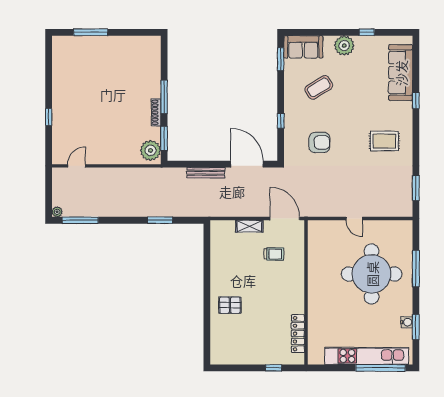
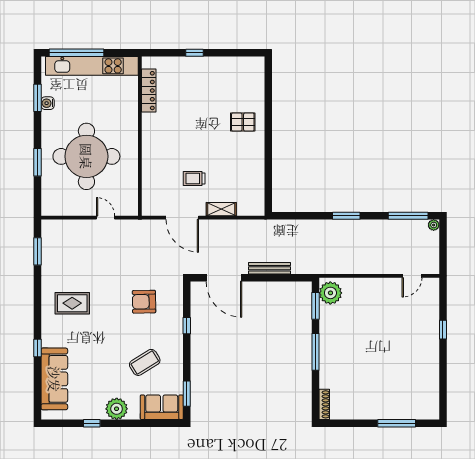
shoe rack: (156, 112) -> (324, 404), moved
window: (160, 220) -> (346, 216), moved
window: (416, 269) -> (38, 162), width x0.69
wall: (306, 292) -> (140, 136), moved
locker: (298, 334) -> (149, 91), moved

